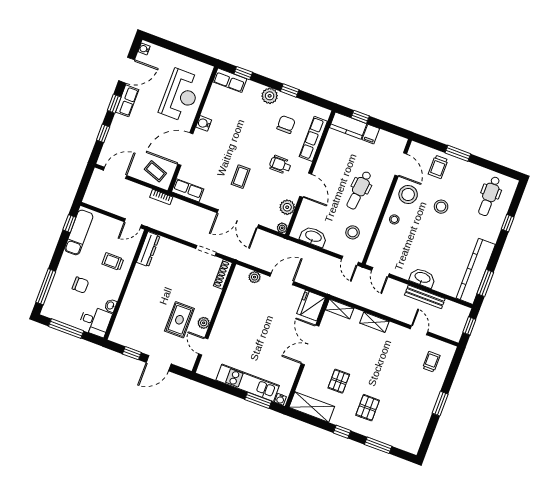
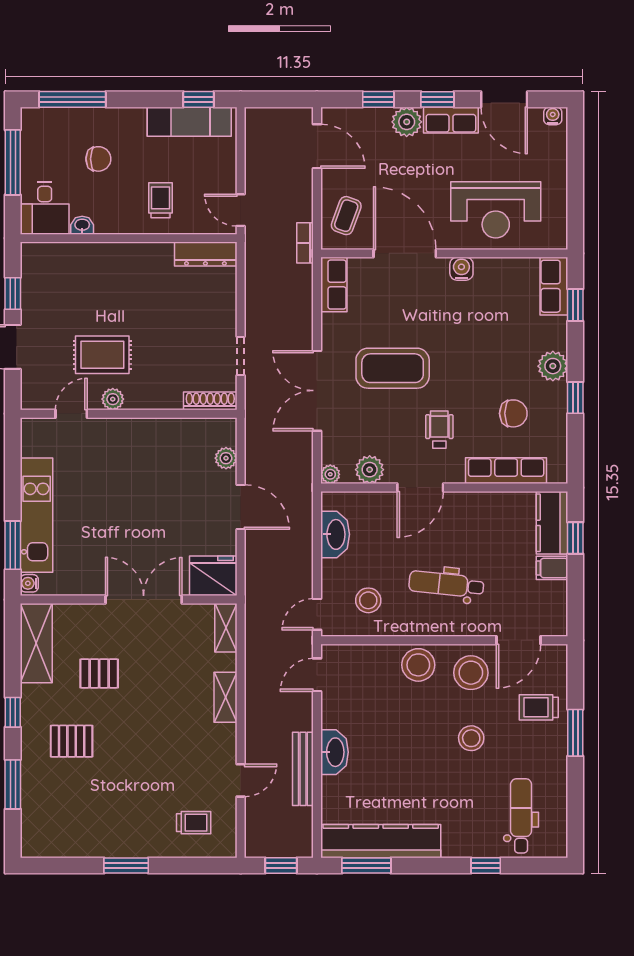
plant: (120, 123) -> (407, 122), added
coffee table: (241, 177) -> (393, 368), width x1.86, depth x1.72
dental chair: (489, 196) -> (521, 816), turned 90
stool: (394, 219) -> (418, 665), width x1.89, depth x1.89
chair: (80, 285) -> (98, 159), turned -90

